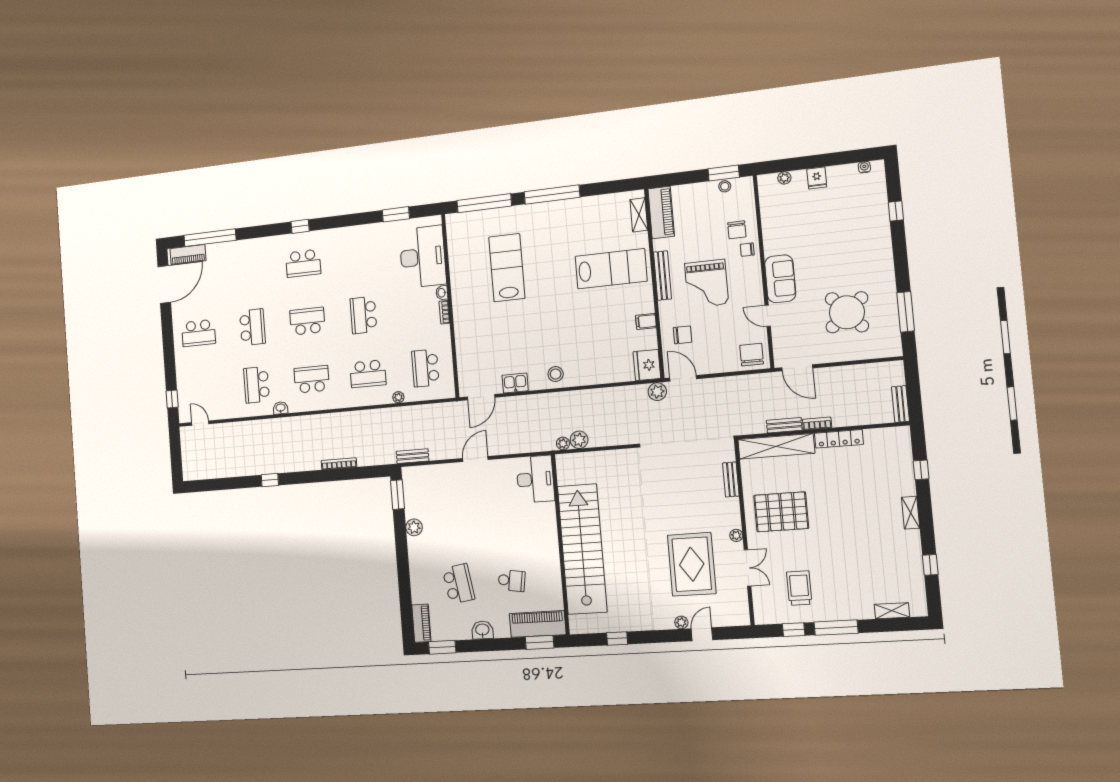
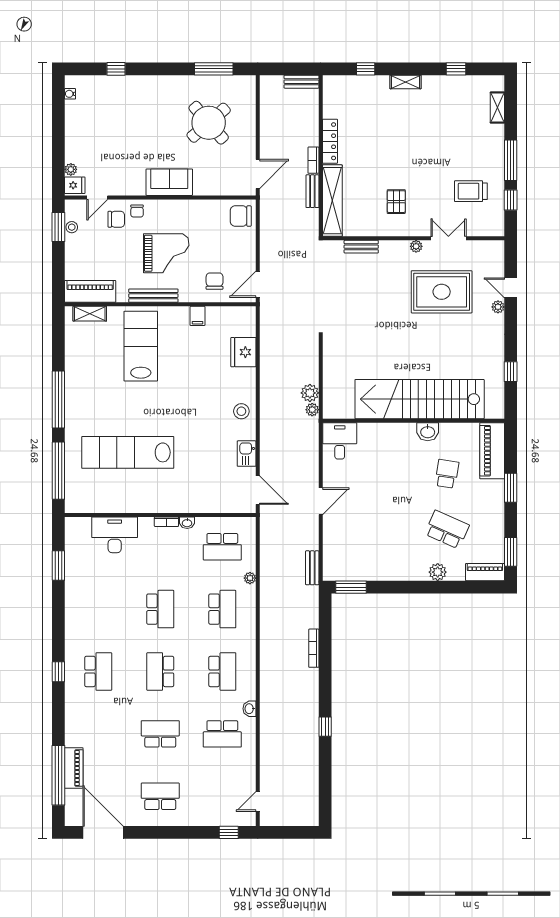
fridge: (817, 178) -> (75, 185), moved
piano: (188, 255) -> (74, 768), moved
desk: (423, 257) -> (115, 535), width x0.73, depth x0.77
lab bench: (507, 268) -> (128, 452), width x1.36
washbasin: (442, 293) -> (187, 523), moved
school desk: (363, 315) -> (160, 609), turned -90
door: (768, 316) -> (97, 197), moved
school desk: (199, 333) -> (160, 796), turned -90
fridge: (647, 365) -> (243, 352), moved, turned 90
school desk: (312, 379) -> (222, 671), turned 180
plant: (657, 392) -> (269, 311), removed
door: (475, 459) -> (321, 501), swing flipped
desk: (535, 479) -> (340, 441), width x0.73
pallet: (781, 512) -> (396, 202), width x0.49, depth x0.50
plant: (414, 527) -> (438, 572), moved
school desk: (458, 584) -> (447, 530), turned 33
washbasin: (482, 630) -> (428, 432), moved, turned -90
window: (540, 642) -> (511, 488), moved

